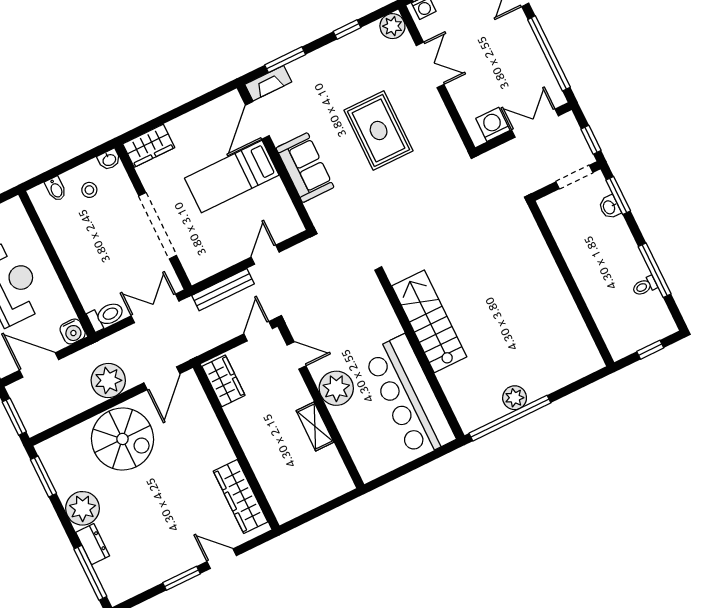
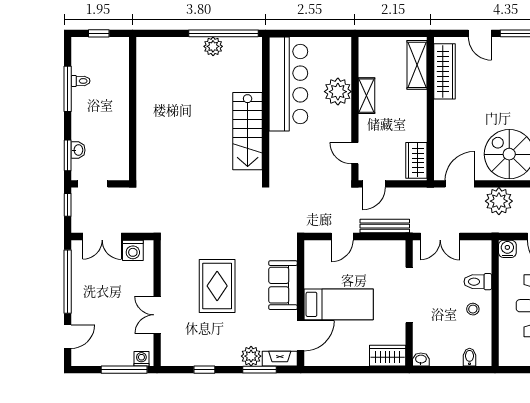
plant: (392, 26) -> (251, 356), moved
stool: (89, 190) -> (473, 309), moved
toilet: (106, 316) -> (478, 282), moved
plant: (336, 388) -> (338, 92), moved
shelving: (275, 489) -> (417, 65), added

